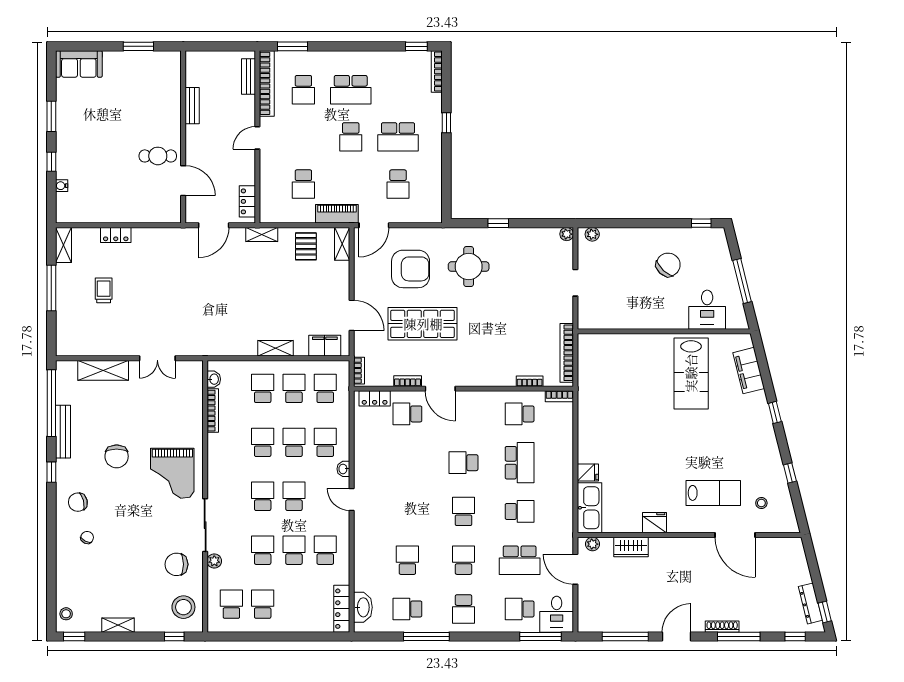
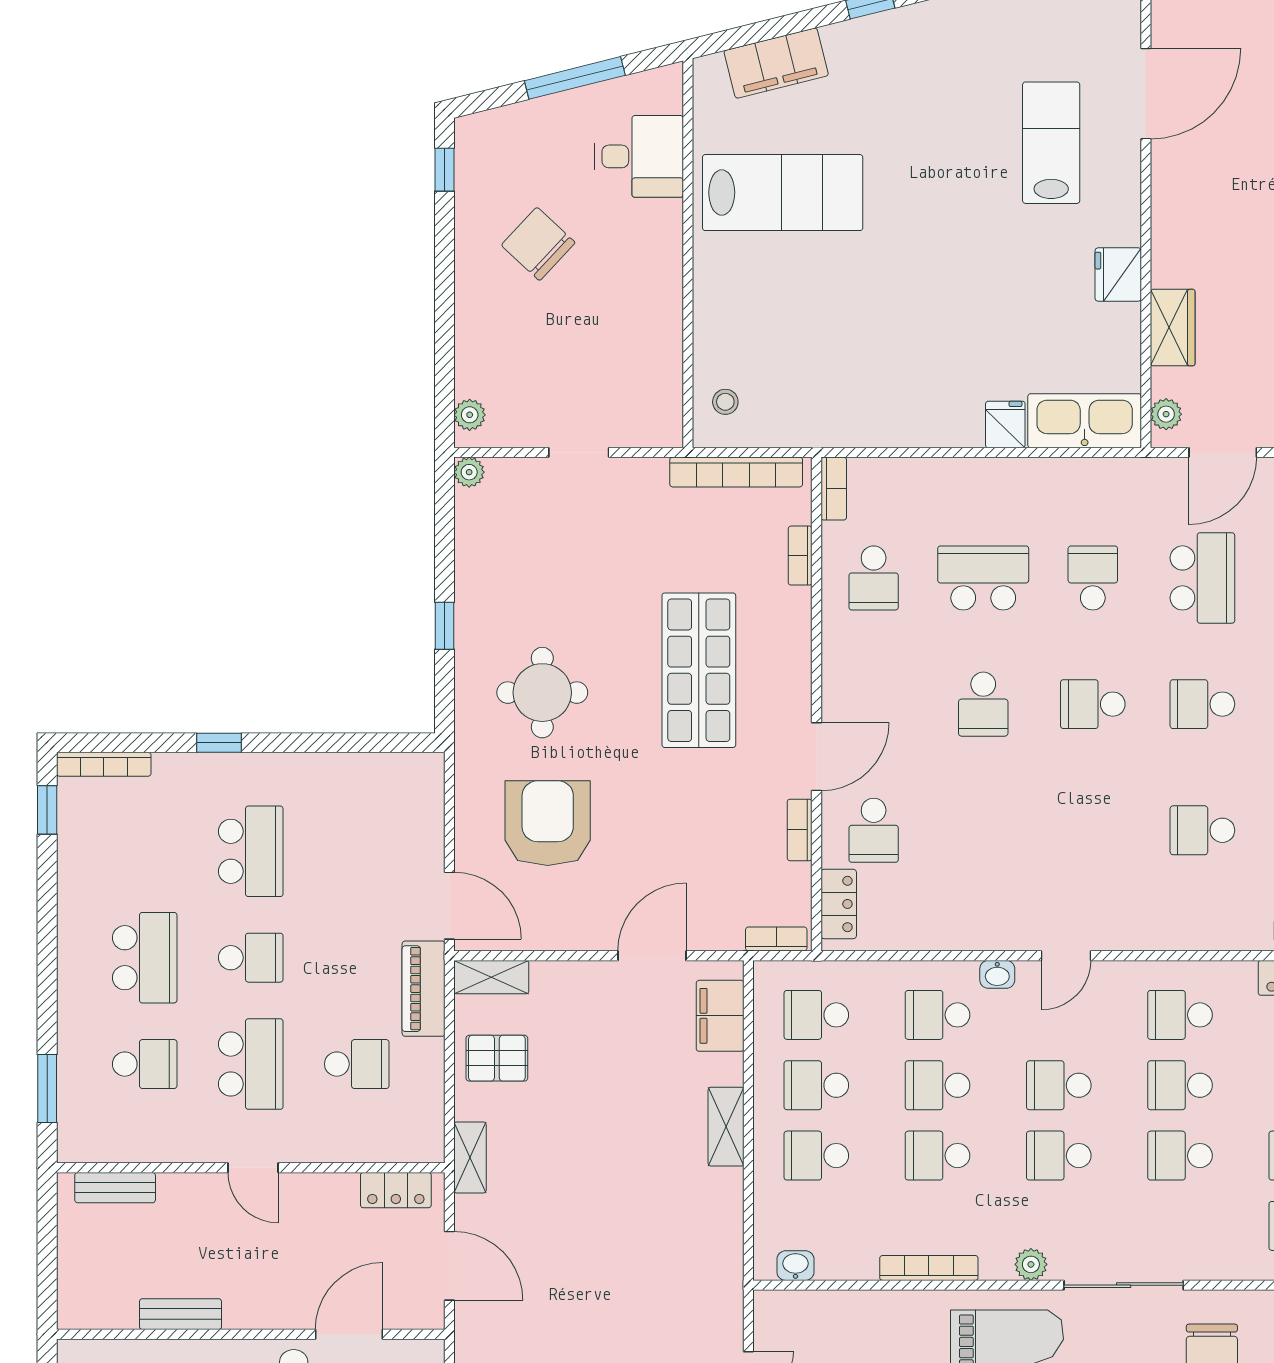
bookcase: (267, 83) -> (131, 1146), removed
school desk: (398, 184) -> (251, 1064), moved, width x1.85
shop shelf: (423, 324) -> (699, 670), moved
bookcase: (213, 411) -> (929, 1268), moved
stool: (761, 503) -> (725, 402), moved
plant: (214, 561) -> (1031, 1264), moved

